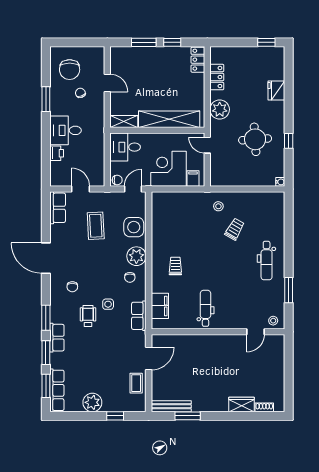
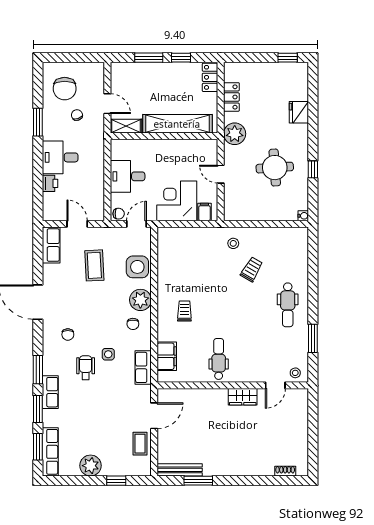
shelving: (169, 119) -> (177, 124), moved
shelving: (124, 121) -> (126, 126), moved
wall: (157, 130) -> (164, 136), moved
wardrobe: (241, 405) -> (243, 397), moved, turned 180

